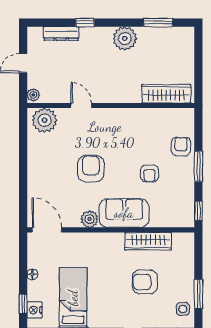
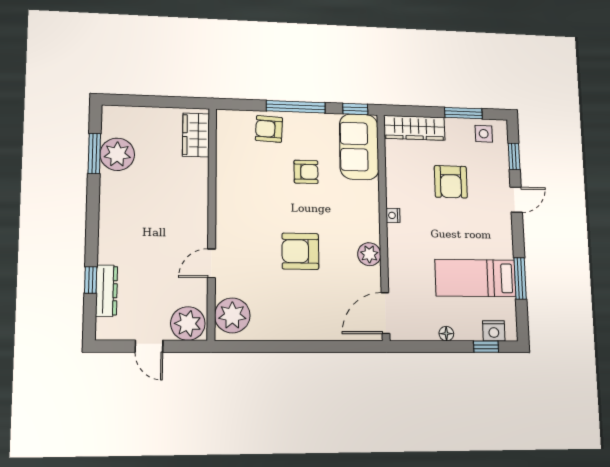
window: (85, 23) -> (91, 280), moved
plant: (125, 38) -> (117, 154), moved
wardrobe: (166, 94) -> (196, 135), width x0.67
plant: (33, 95) -> (188, 323), width x1.87, depth x1.87
window: (198, 166) -> (296, 107), width x1.44
sofa: (124, 213) -> (359, 147), moved
nightstand: (119, 237) -> (393, 215), added
wardrobe: (148, 241) -> (414, 128), moved, turned 90

